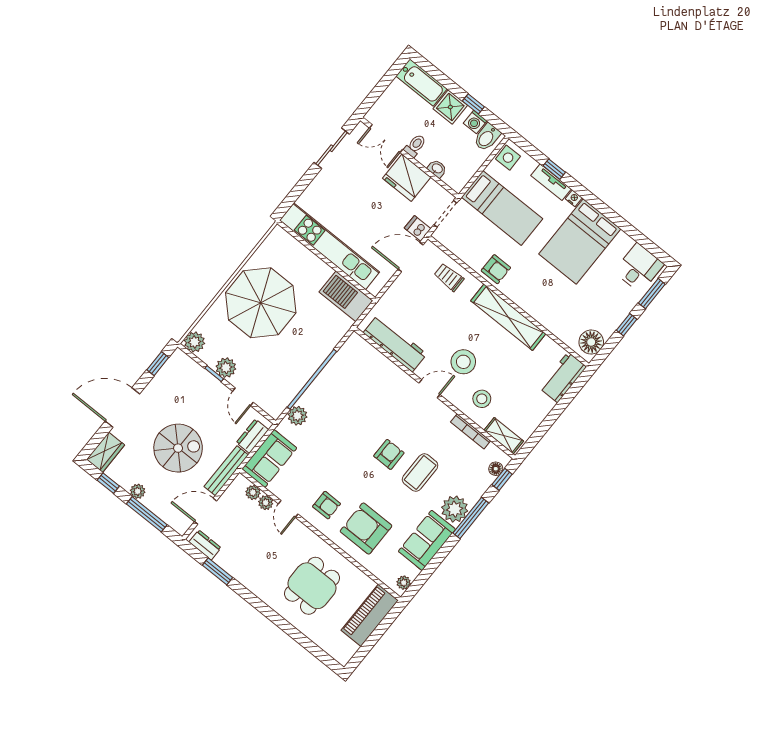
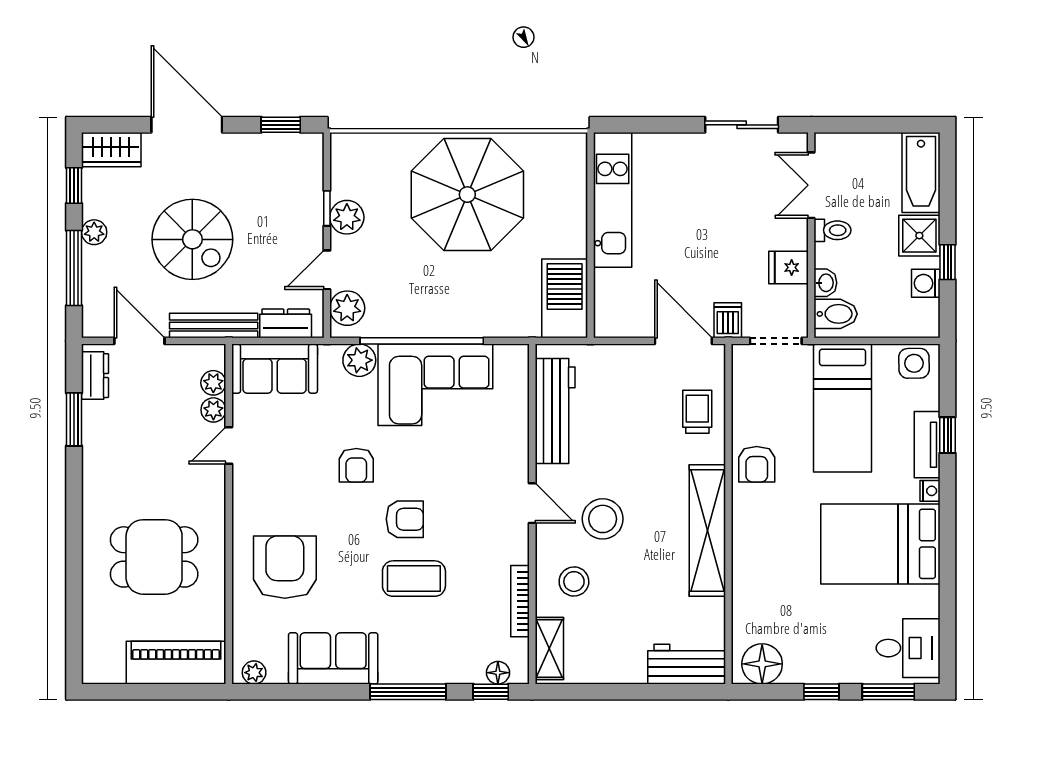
bidet: (487, 137) -> (836, 314), moved, turned 180
fridge: (407, 178) -> (788, 267), width x0.53, depth x0.75
kitchen unit: (329, 246) -> (613, 200), width x0.73
plant: (195, 342) -> (347, 308), moved
corner sofa: (338, 389) -> (435, 385), added
armchair: (327, 505) -> (356, 465), moved
plant: (455, 509) -> (403, 662), removed

